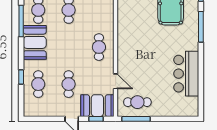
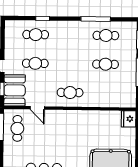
booth: (35, 42) -> (75, 32), removed
door: (116, 81) -> (37, 108), hinge flipped

